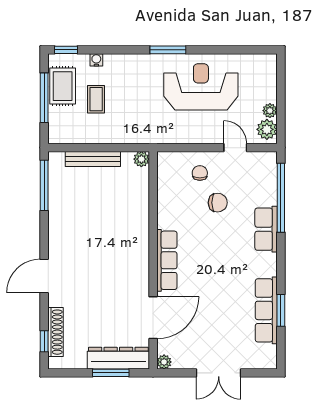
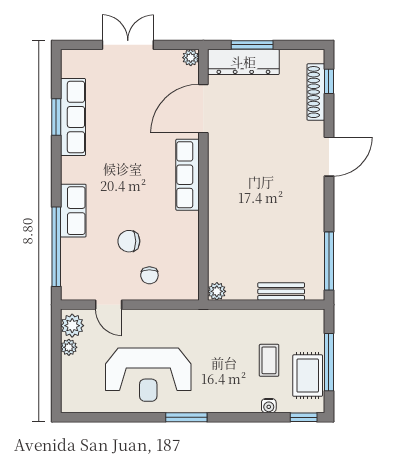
bench: (93, 159) -> (281, 291), width x0.73

